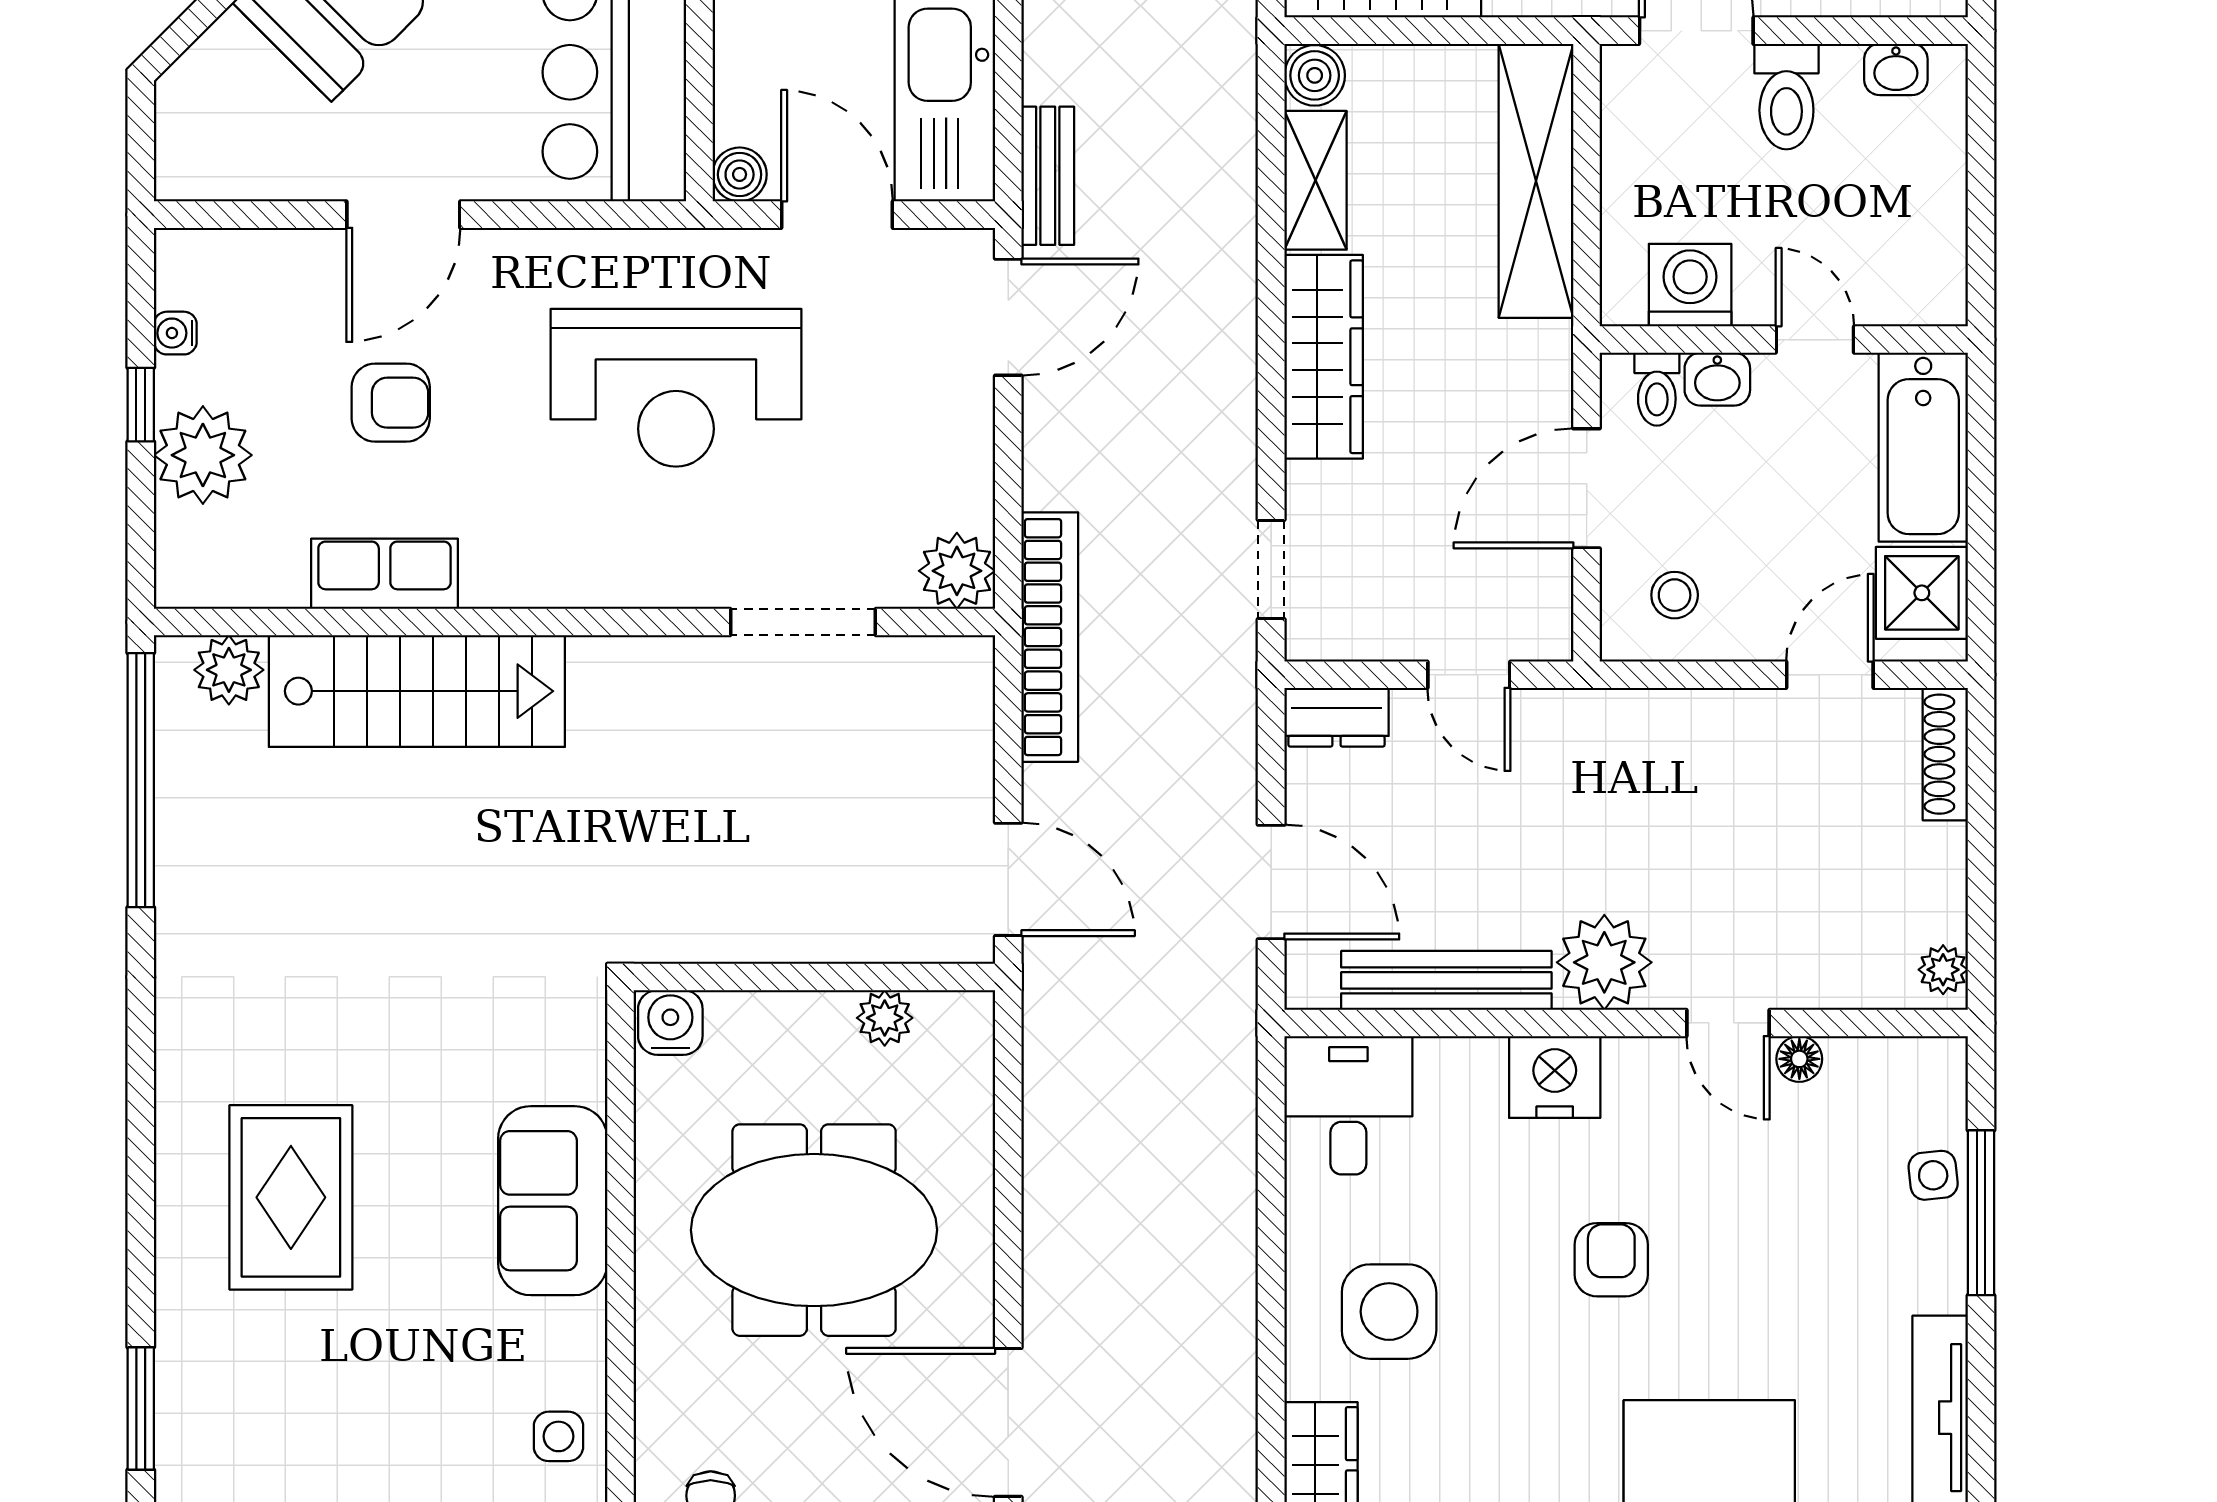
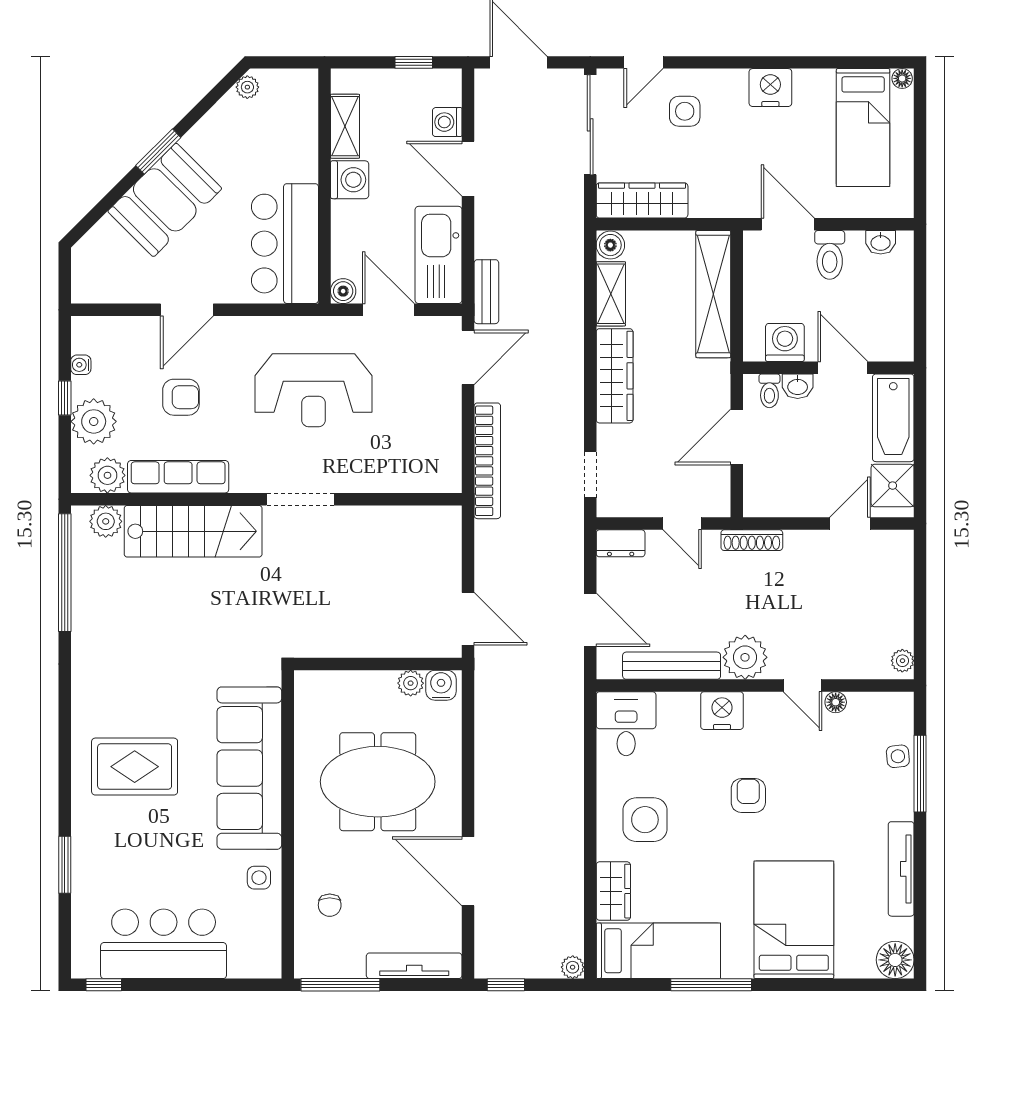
door: (1815, 340) -> (843, 368), width x1.38
plant: (957, 571) -> (107, 475), moved
row of seats: (385, 574) -> (178, 477), width x1.48
stool: (1675, 595) -> (778, 487), removed
doorway: (803, 622) -> (300, 499), moved
bookcase: (1050, 637) -> (487, 461), moved
shoe rack: (1945, 754) -> (752, 540), moved, turned -90
water cooler: (670, 1022) -> (441, 685), moved
rug: (291, 1197) -> (135, 767), turned 90
sofa: (553, 1201) -> (249, 768), width x1.85, depth x1.27

